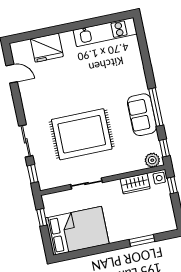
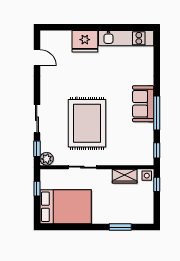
fridge: (47, 48) -> (85, 41), moved
sofa: (142, 115) -> (143, 104), moved
rug: (82, 134) -> (87, 123), turned 90
plant: (152, 160) -> (47, 159), moved

